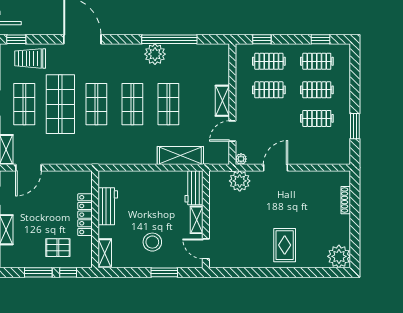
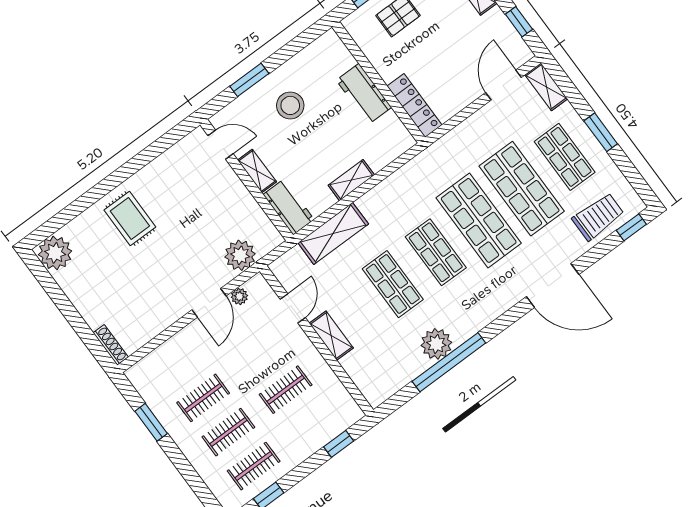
plant: (155, 54) -> (436, 344), moved
clothes rail: (269, 61) -> (311, 424), removed
shop shelf: (96, 104) -> (479, 220), width x1.43, depth x1.36
plant: (241, 159) -> (239, 296), moved
shoe rack: (346, 200) -> (111, 345), moved
workbench: (108, 206) -> (364, 94), moved
locker: (85, 215) -> (414, 105), moved
shelving: (105, 253) -> (351, 180), moved, turned 90

